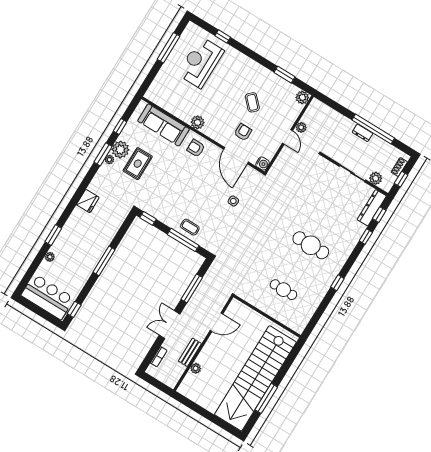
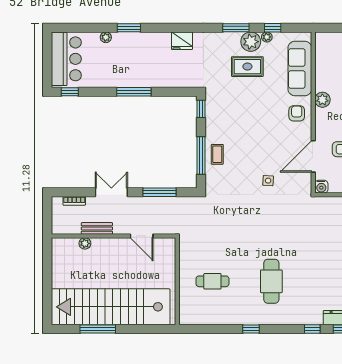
plant: (109, 160) -> (267, 37), moved
cafe table: (283, 290) -> (212, 281), turned 90

